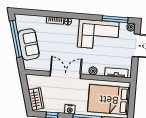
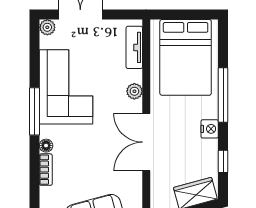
window: (115, 19) -> (35, 111), moved

